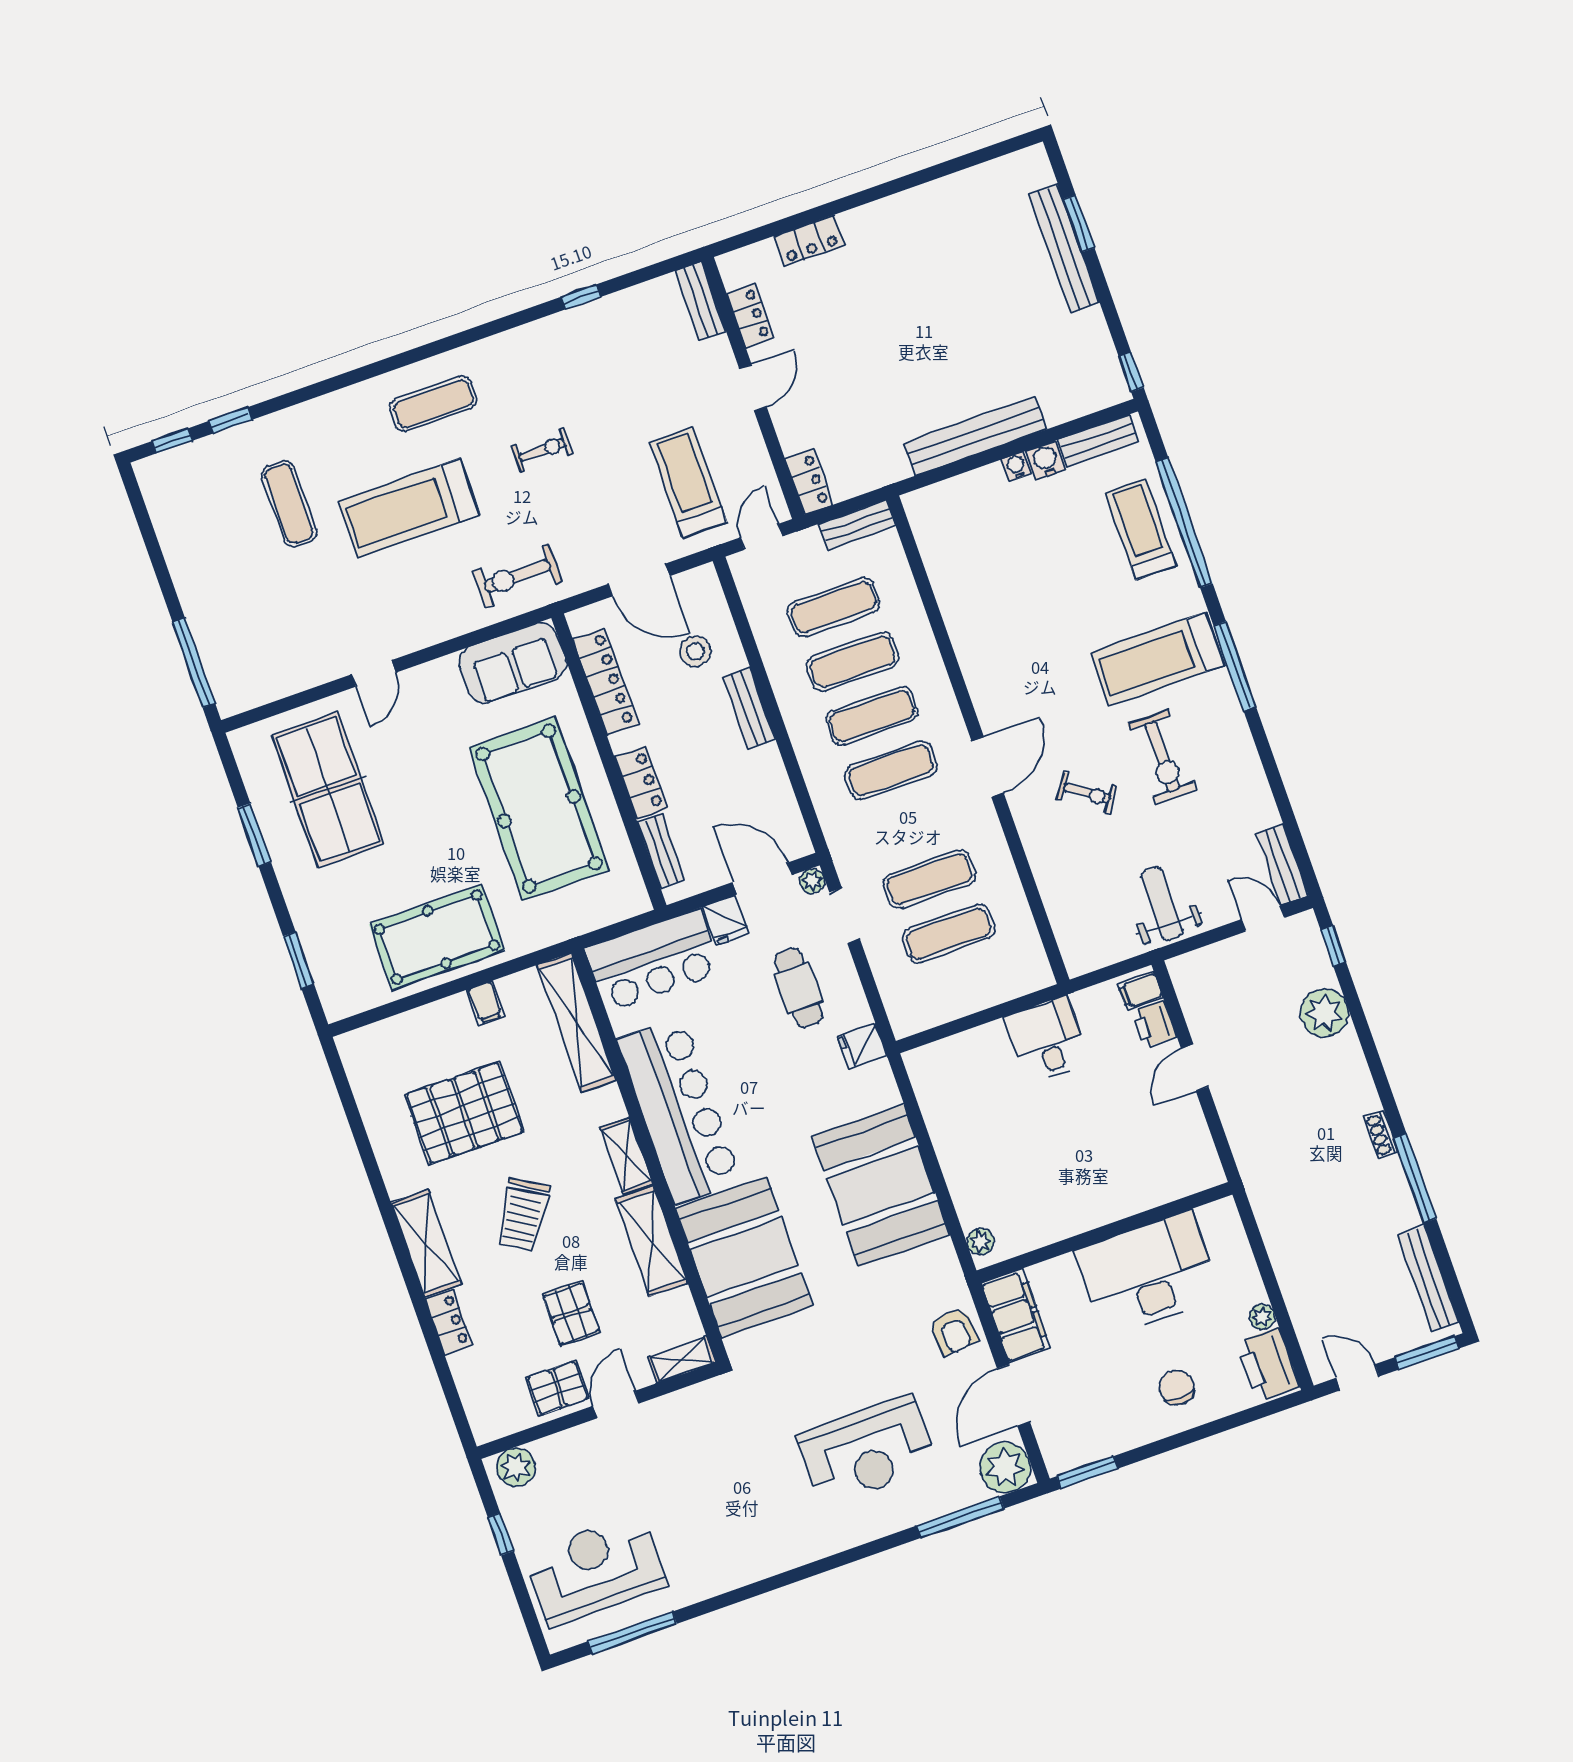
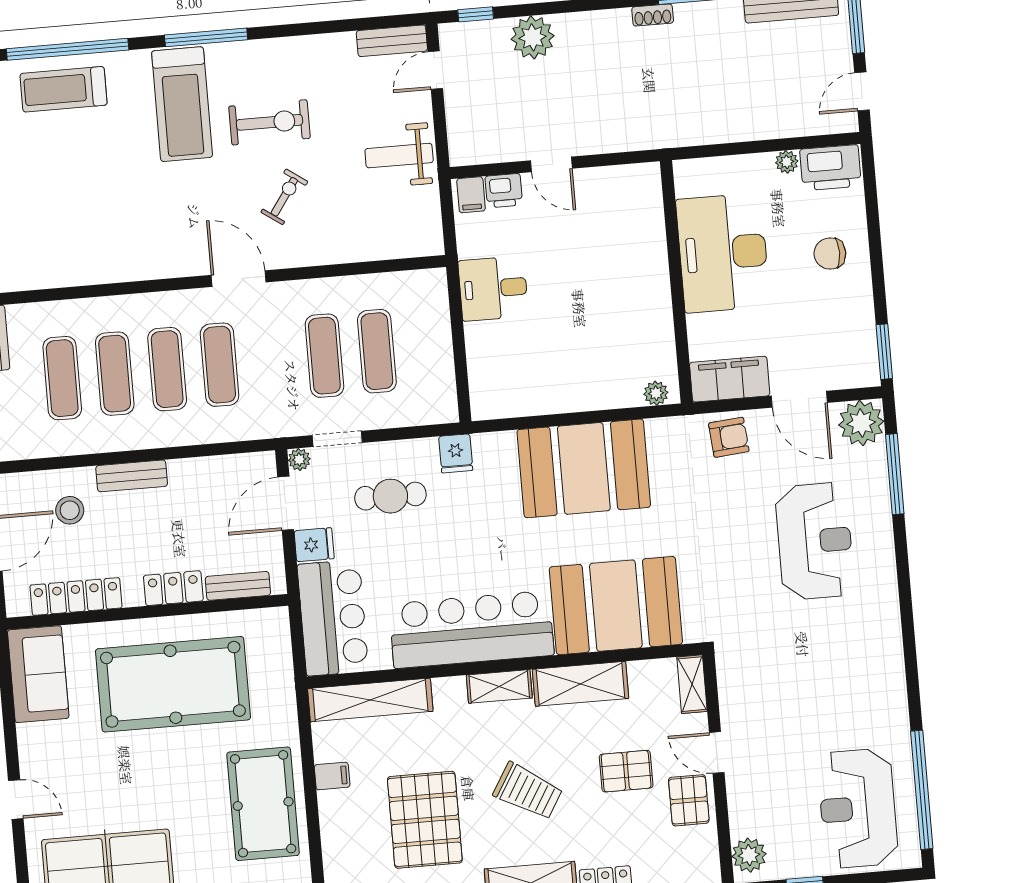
window: (632, 1633) -> (922, 790), width x1.46

